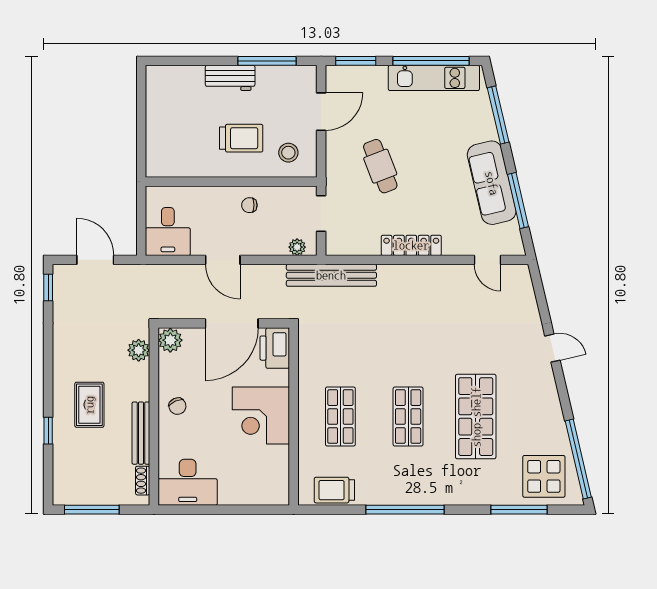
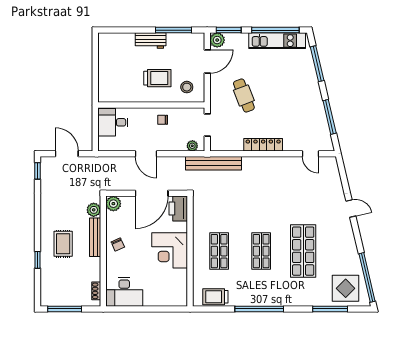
plant: (337, 77) -> (217, 40), added
sofa: (492, 183) -> (313, 106), removed
desk: (168, 232) -> (113, 122), moved, turned 90
bench: (141, 433) -> (95, 237), moved

